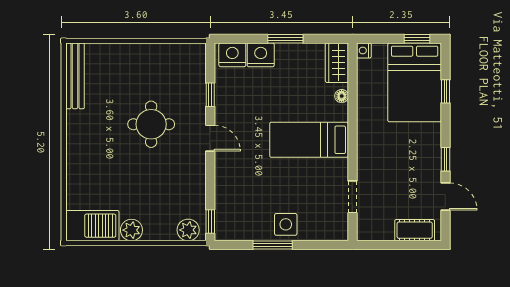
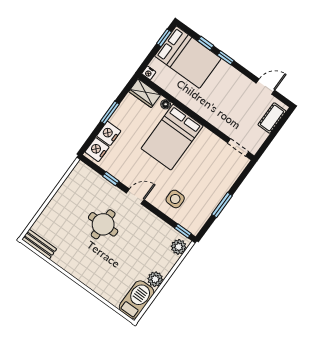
bench: (75, 76) -> (39, 244), width x0.73
bed: (309, 140) -> (172, 137), width x1.50
window: (445, 159) -> (226, 58), moved
doorway: (353, 197) -> (238, 147), moved
side table: (286, 224) -> (175, 199), moved

